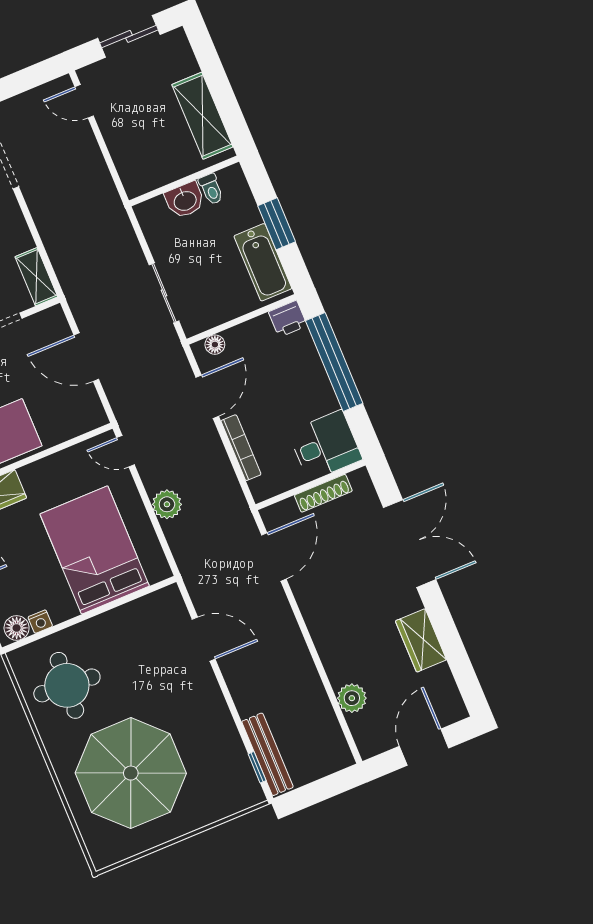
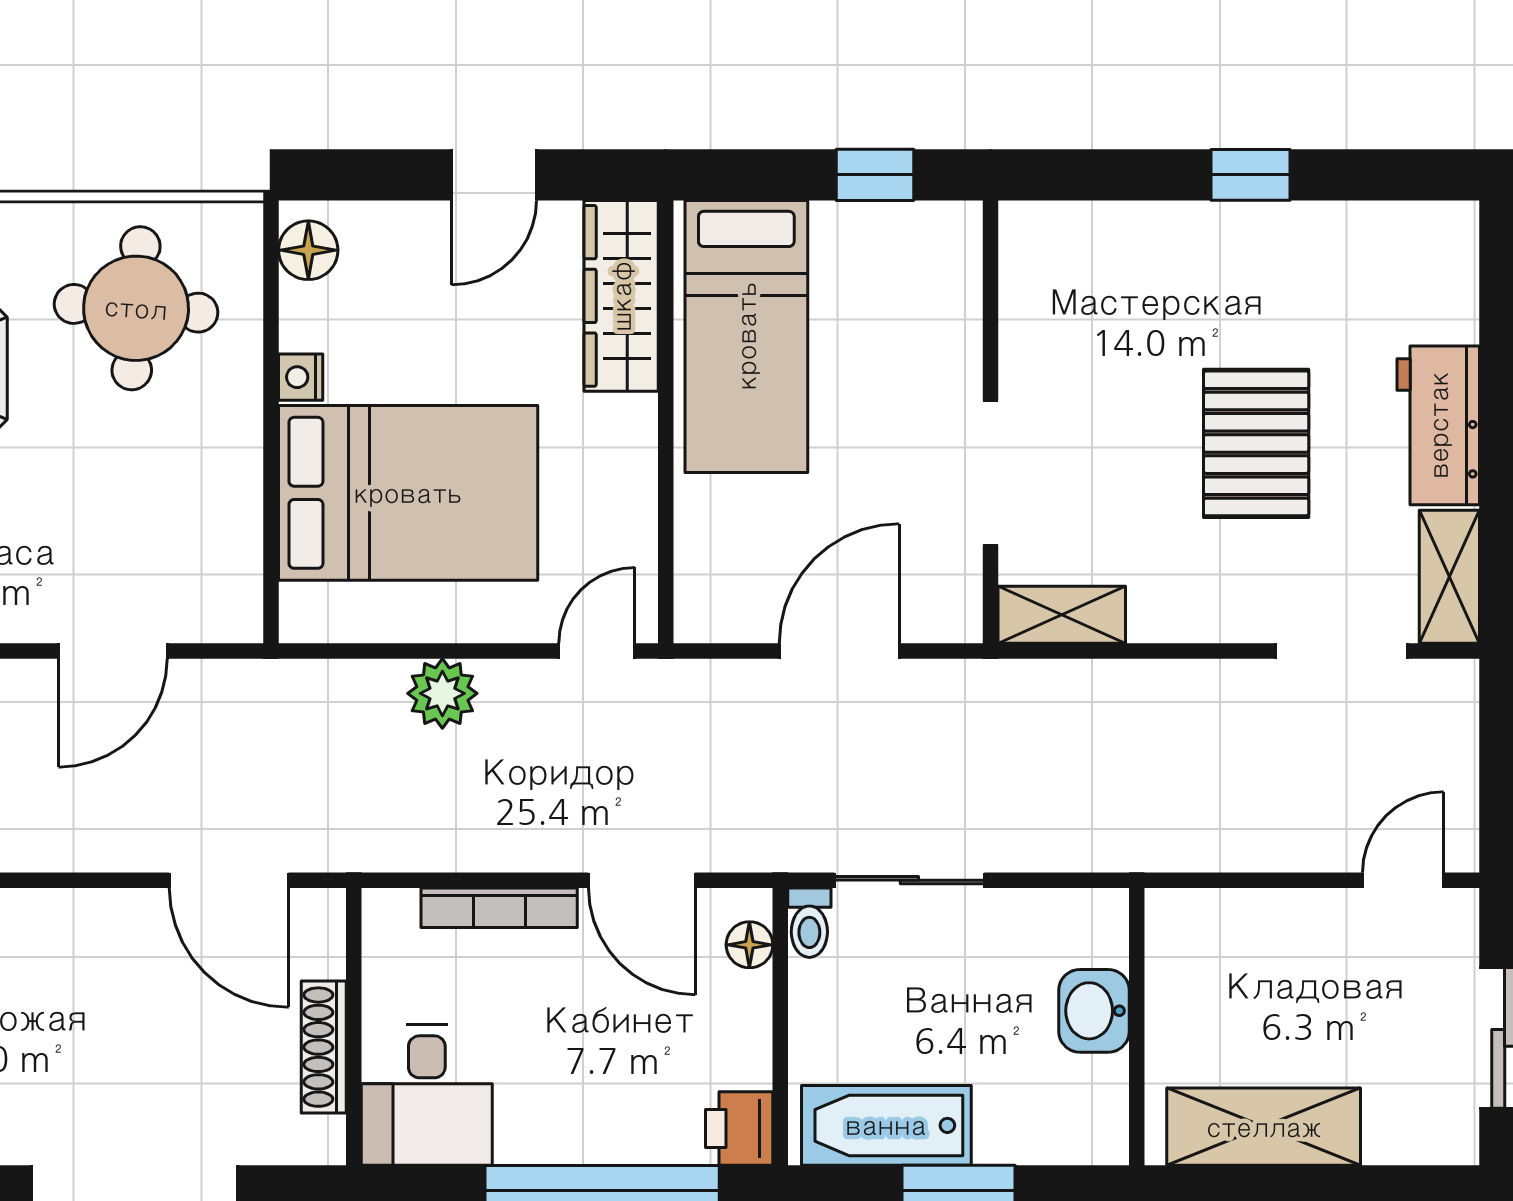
toilet: (211, 189) -> (809, 923), moved, turned -90
nightstand: (40, 622) -> (301, 377), moved

